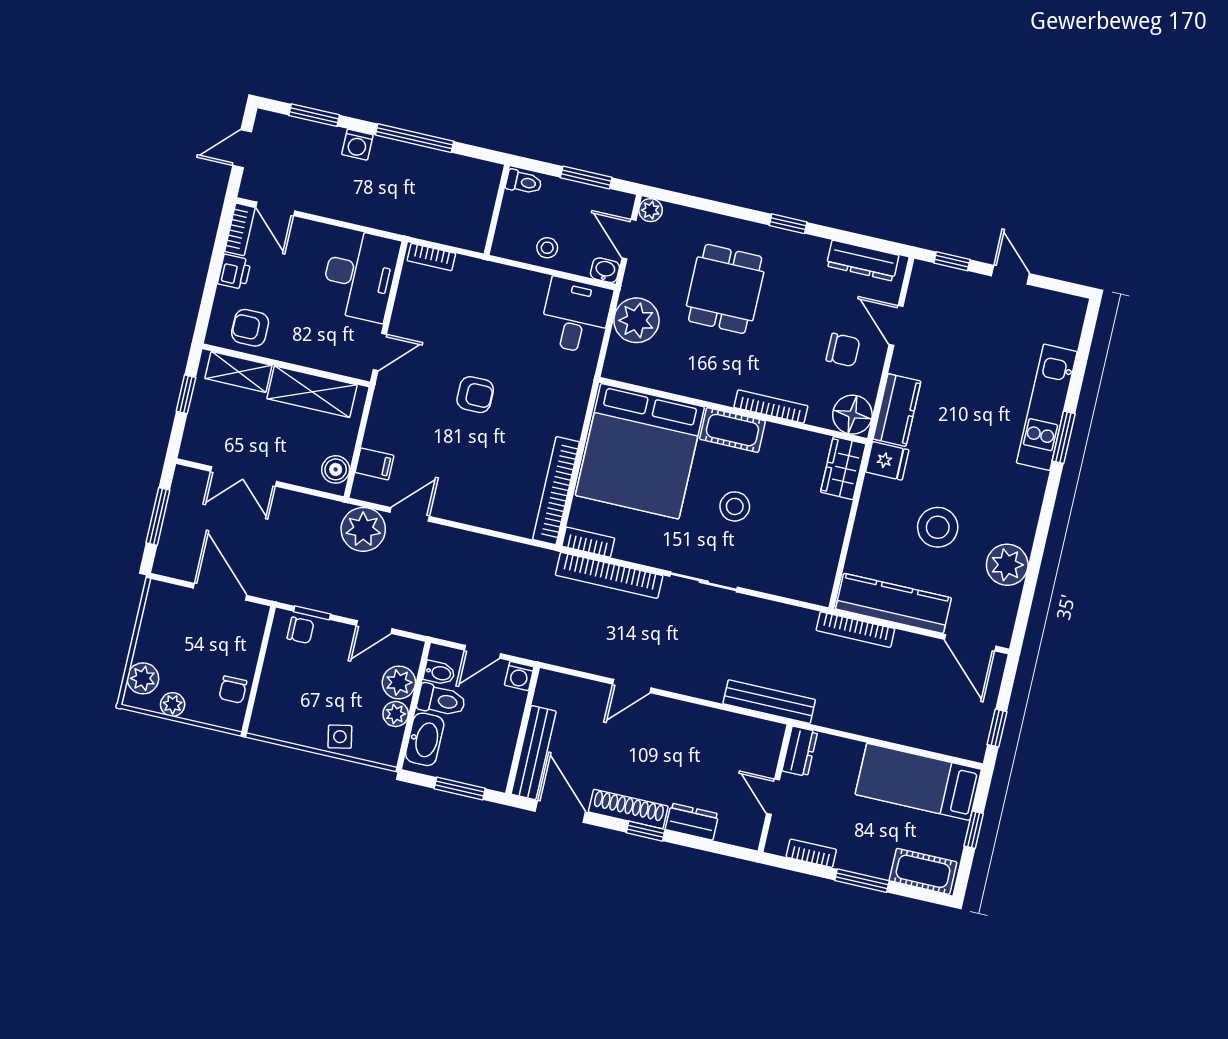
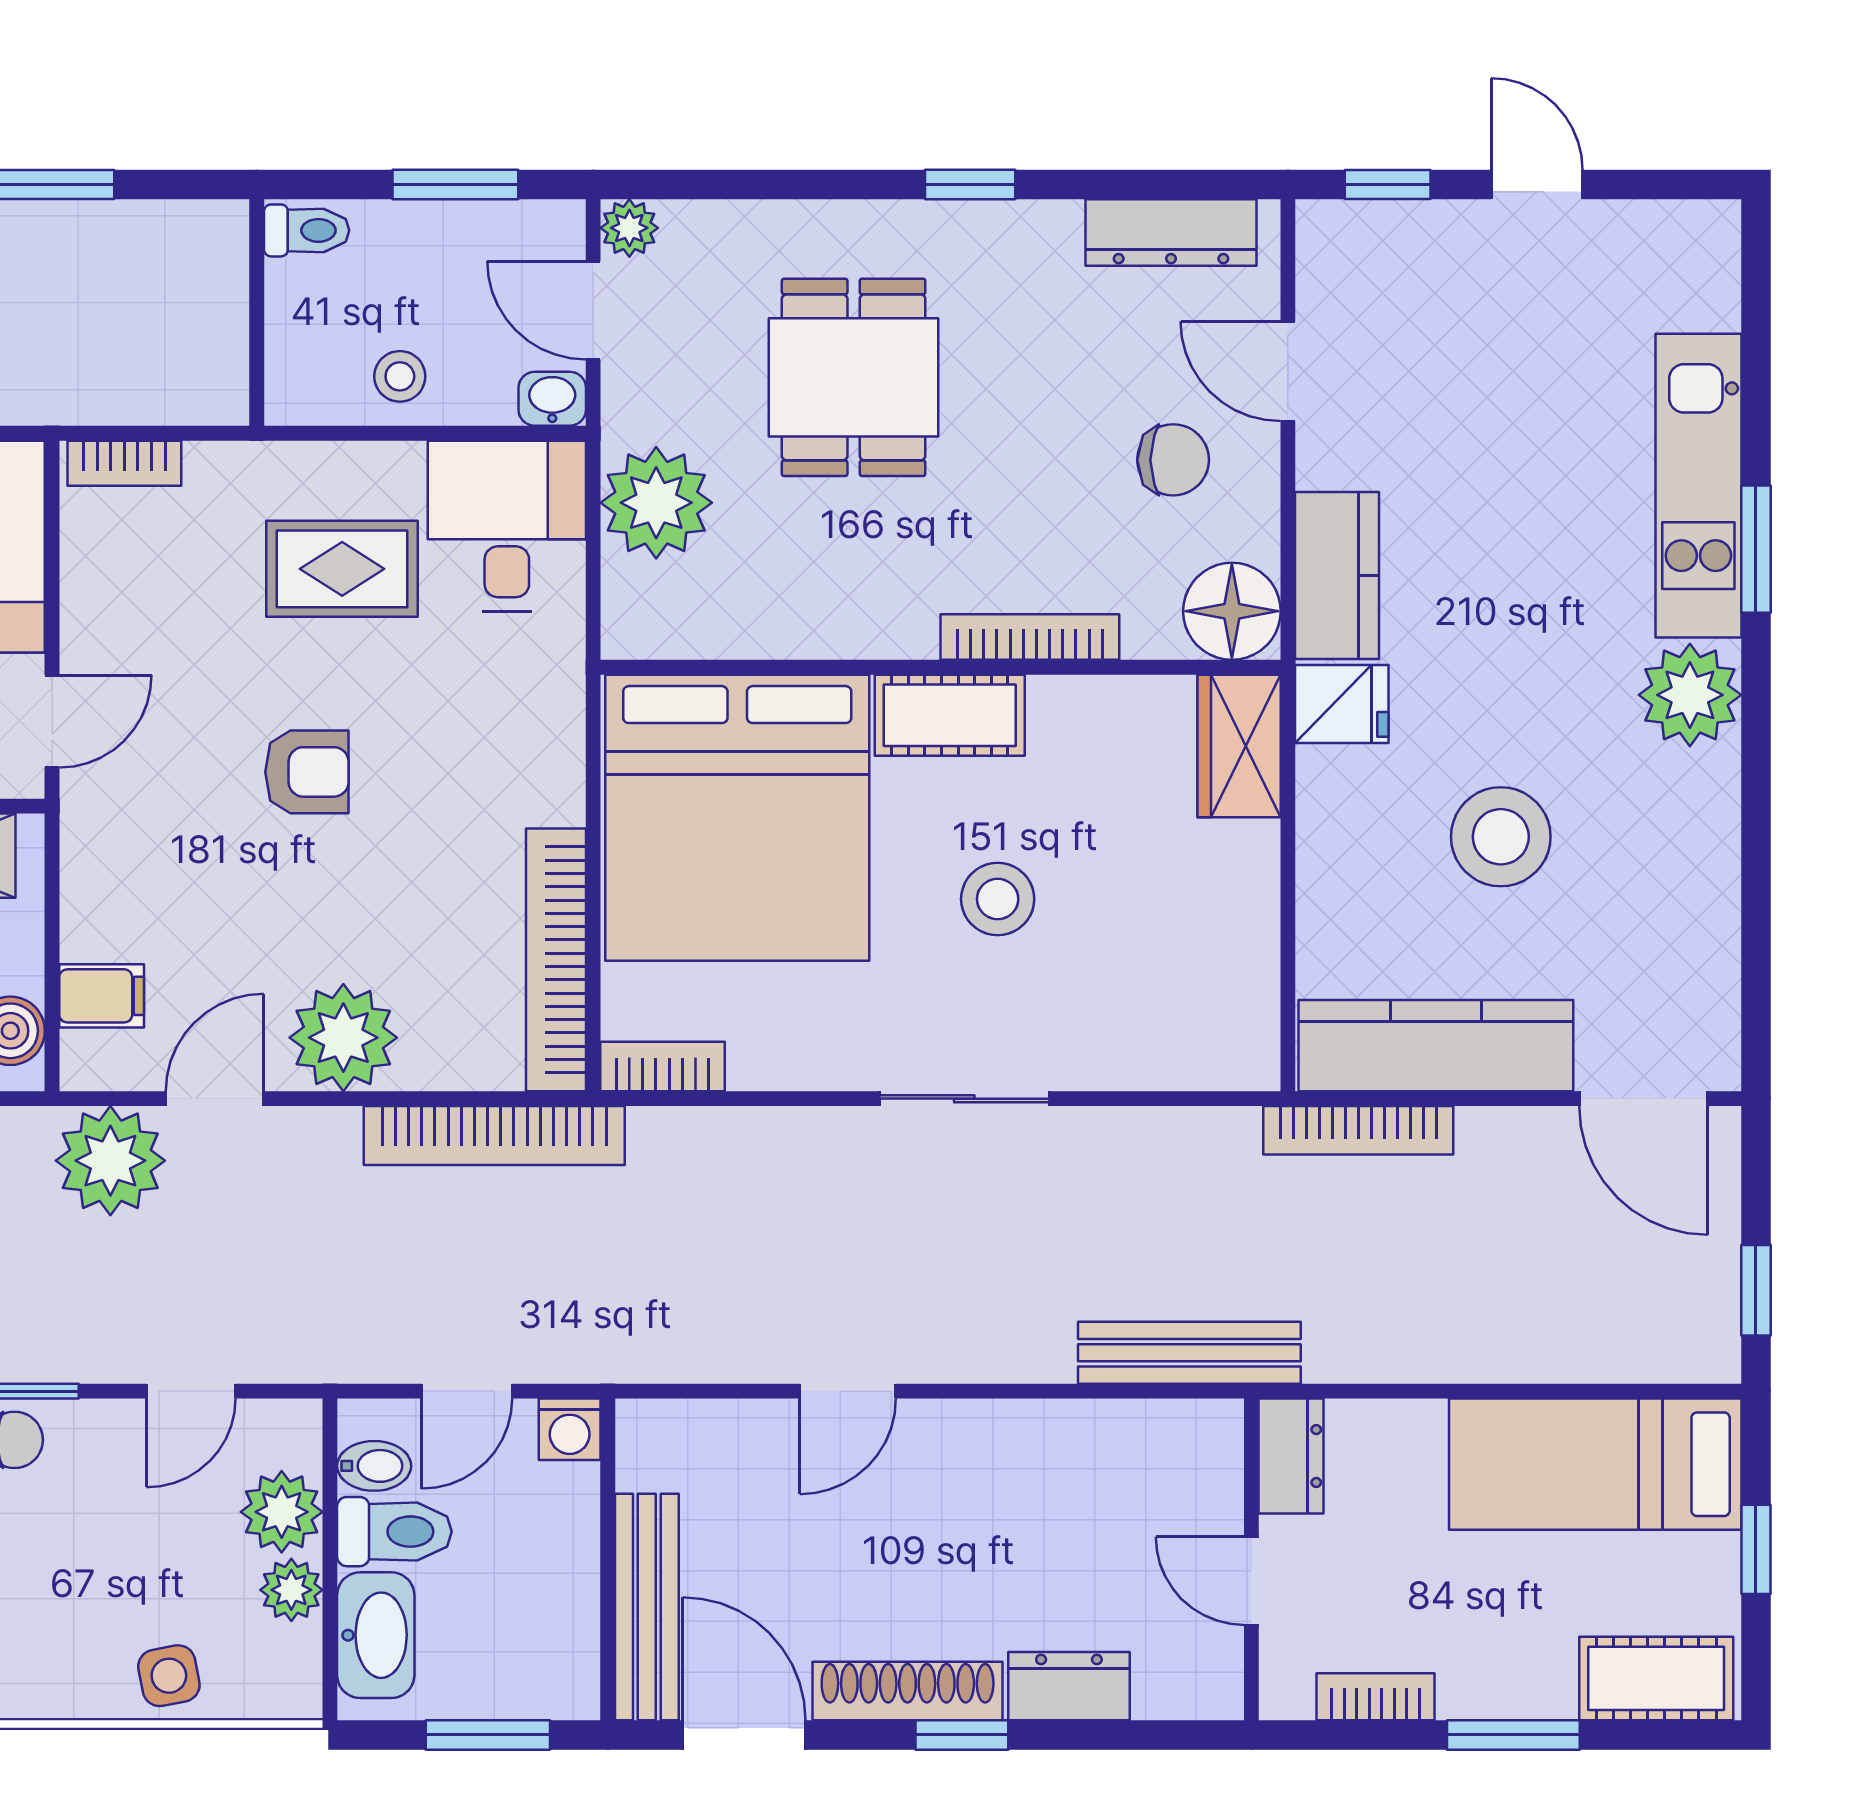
rug: (507, 318) -> (342, 569), added
plant: (466, 502) -> (343, 1038), added
plant: (1007, 565) -> (1690, 695), moved
bookcase: (609, 575) -> (494, 1136), moved

